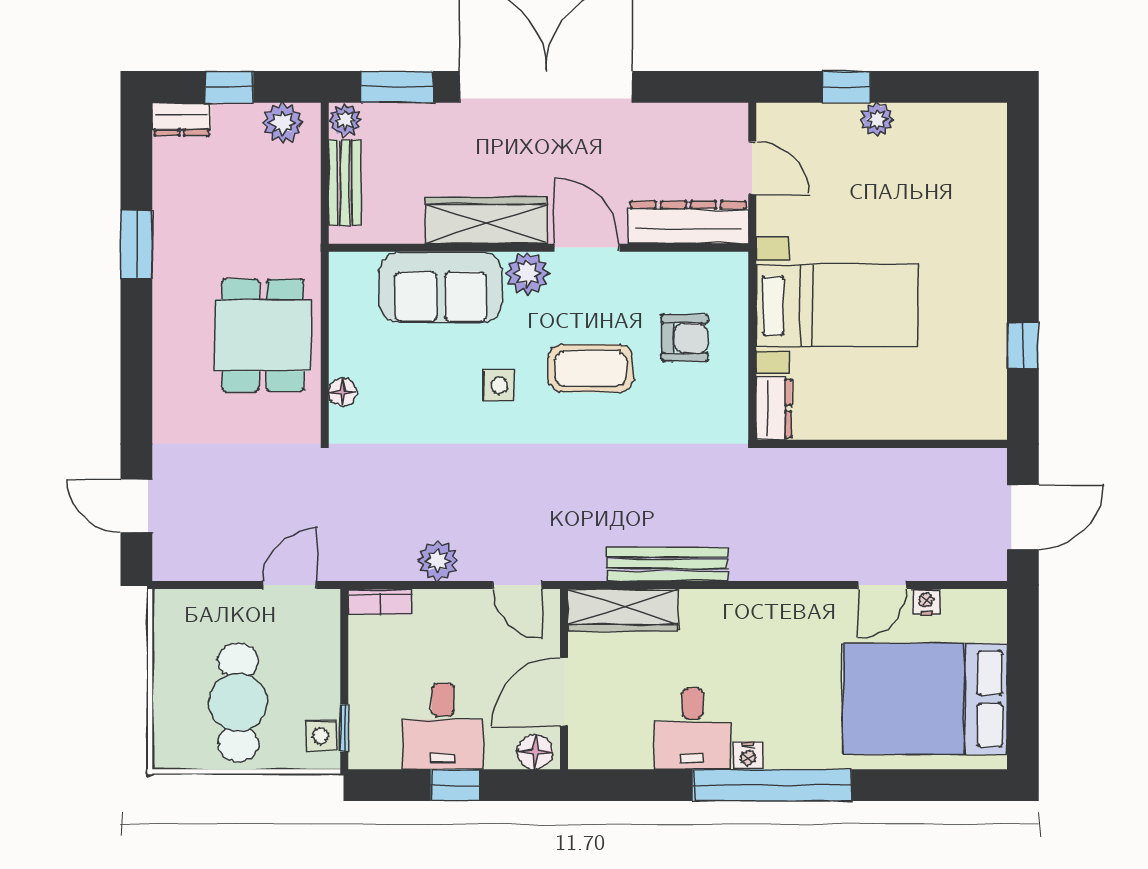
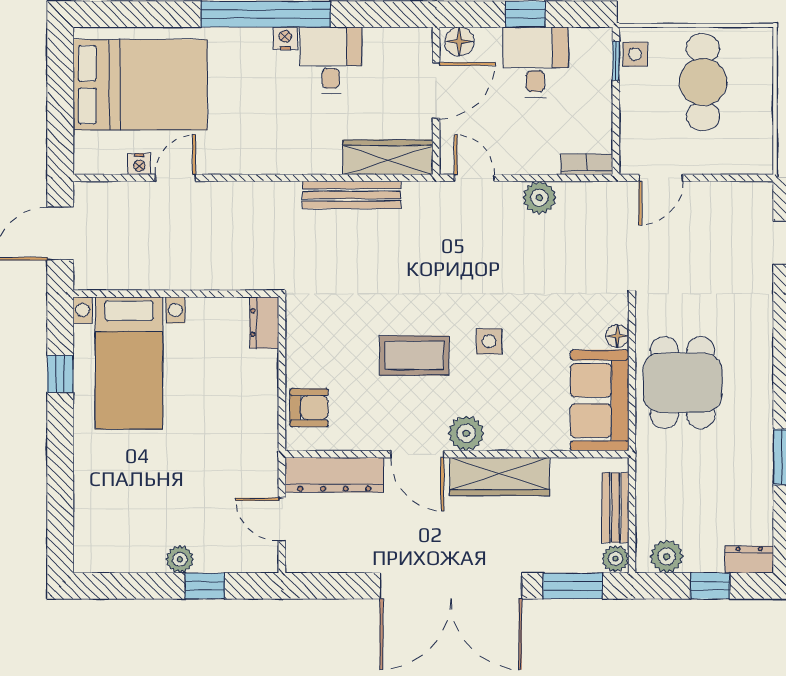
sofa: (441, 287) -> (600, 400), moved, turned -90
bed with nightstands: (837, 306) -> (129, 363), moved, turned -90
armchair: (685, 338) -> (309, 408), moved, turned 180

